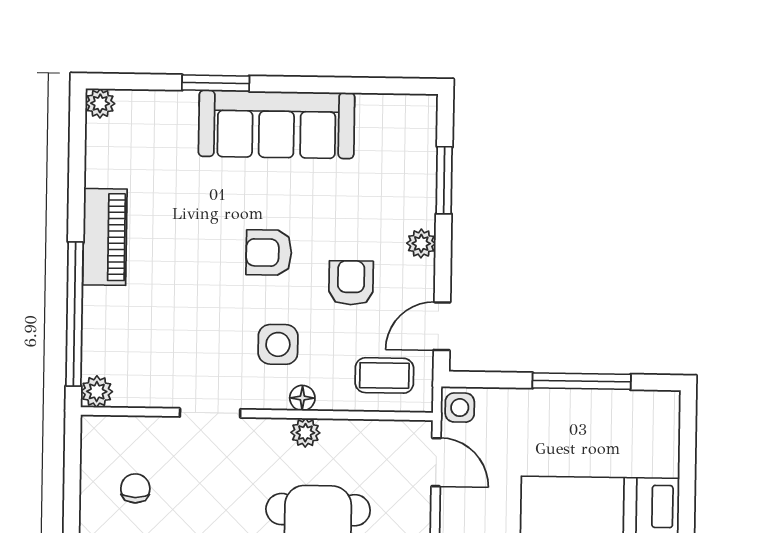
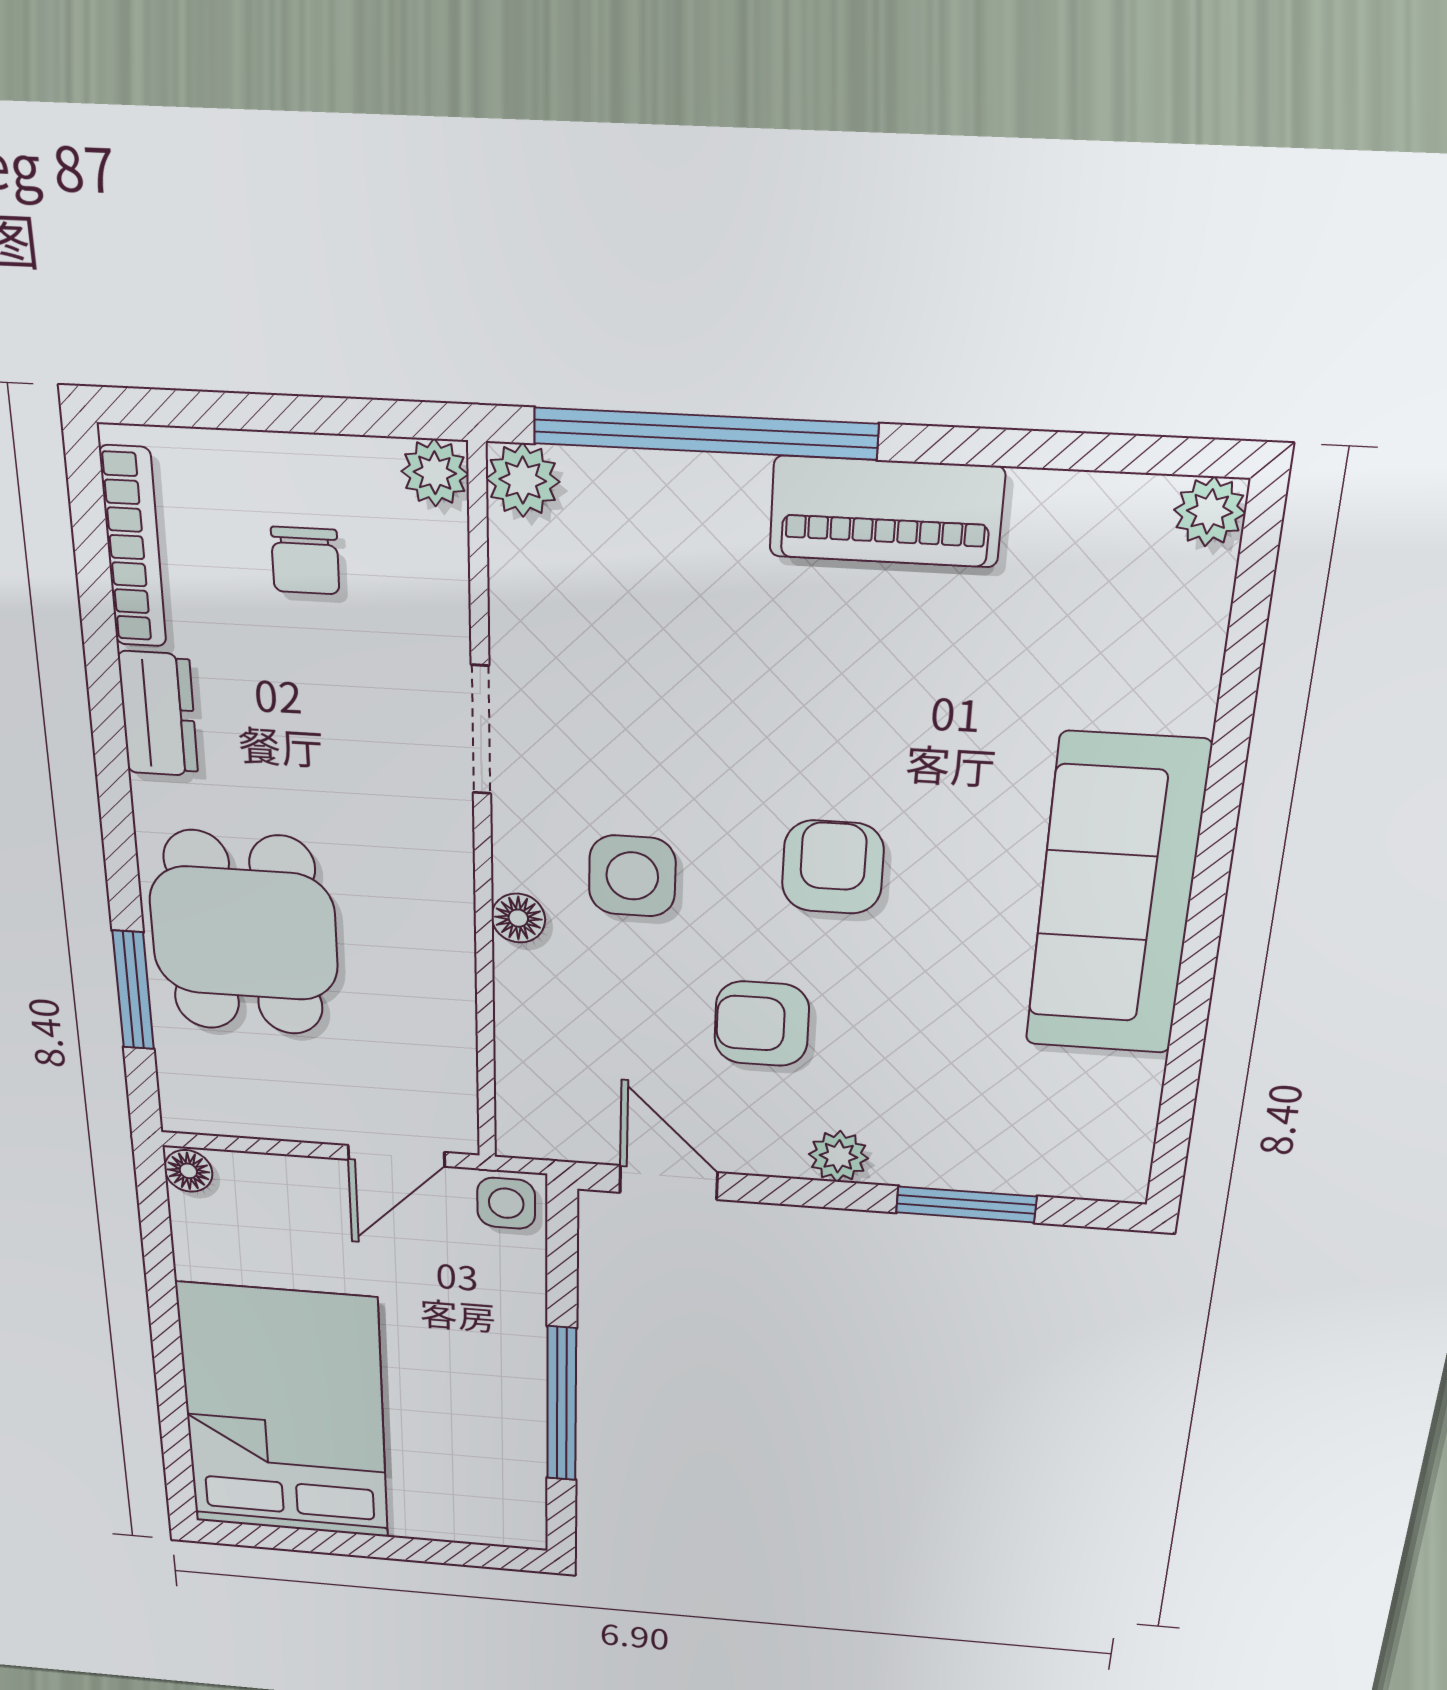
window: (216, 83) -> (1226, 774), removed
armchair: (351, 283) -> (762, 1024), turned 180
coffee table: (384, 375) -> (568, 1075), removed
plant: (305, 433) -> (435, 473), moved
chair: (135, 488) -> (305, 561), turned 90

